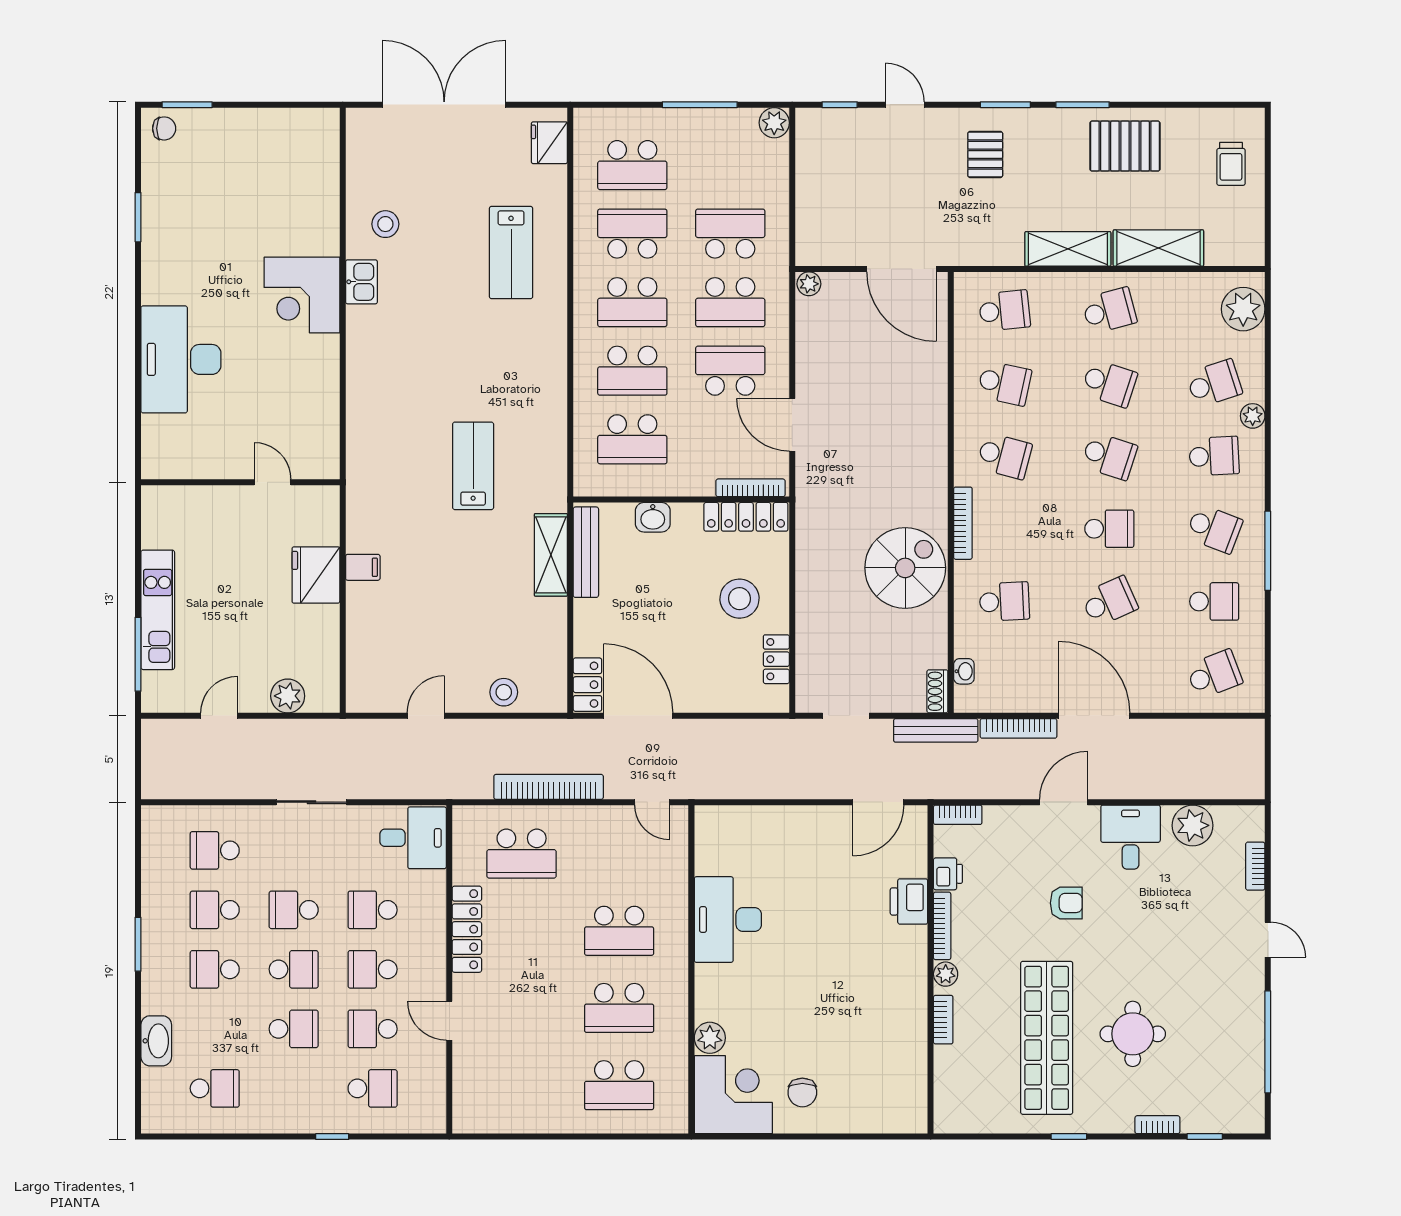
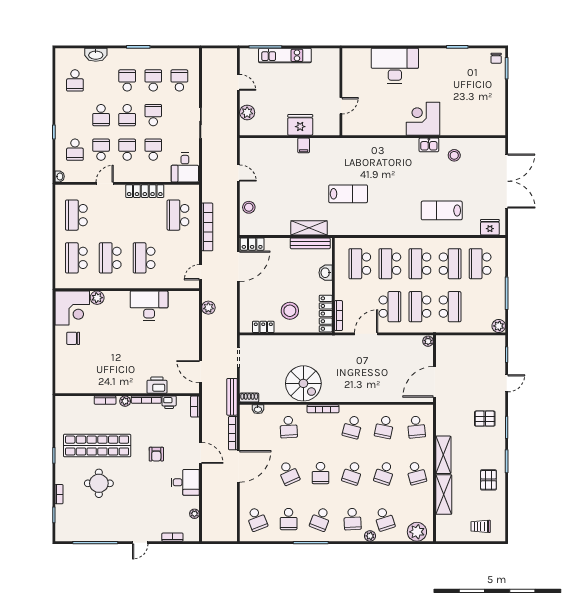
pallet: (1125, 146) -> (488, 480), width x0.67, depth x0.71
plant: (732, 784) -> (208, 308), added
plant: (1193, 825) -> (194, 514), width x0.53, depth x0.53
school desk: (522, 1085) -> (76, 215), added
washbasin: (434, 1123) -> (60, 176), added

